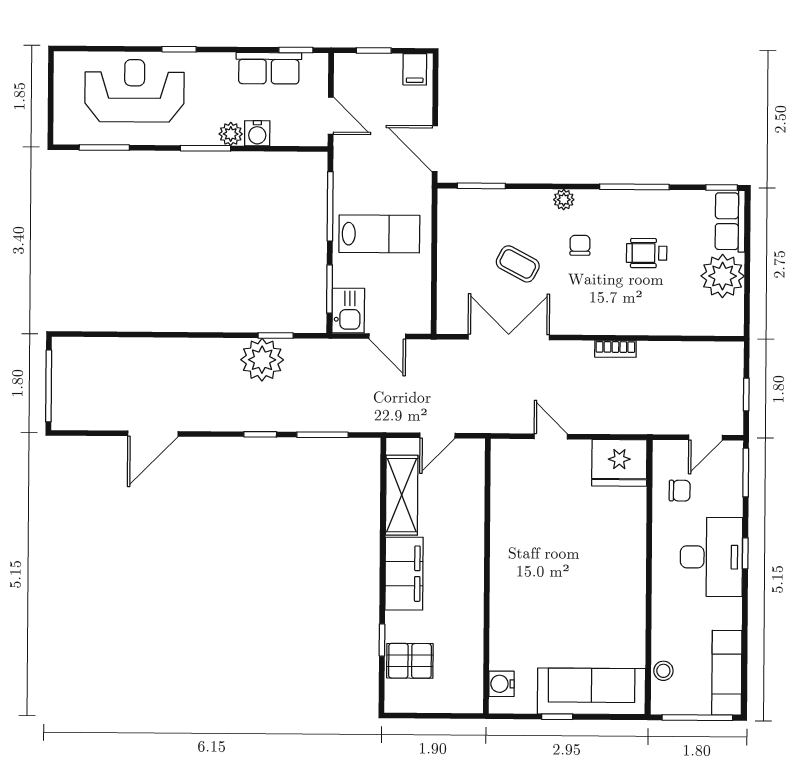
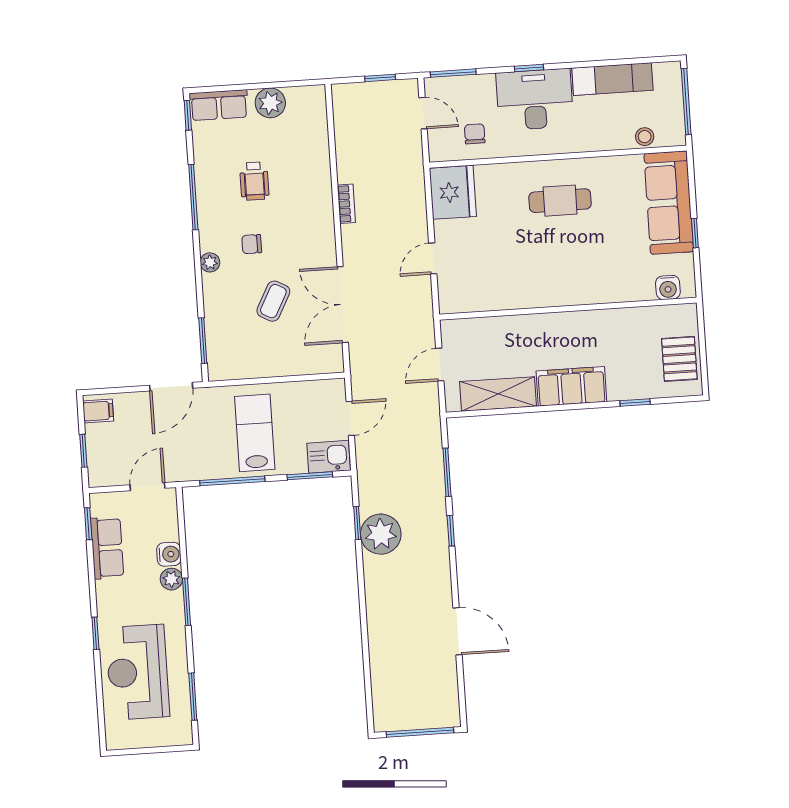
plant: (723, 276) -> (270, 103), width x0.73, depth x0.73
door: (437, 436) -> (440, 365), swing flipped
cafe table: (602, 576) -> (560, 201), added
pallet: (410, 661) -> (679, 359), moved
exam couch: (727, 673) -> (612, 79), moved

